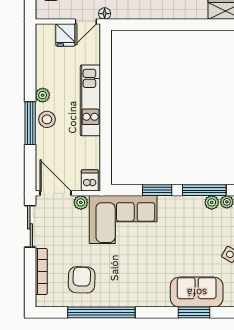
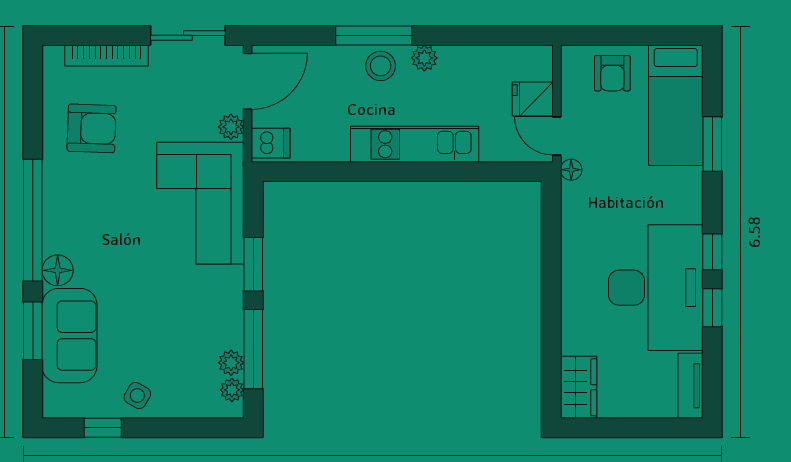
floor lamp: (160, 299) -> (58, 270), added
window: (101, 312) -> (33, 220), moved

